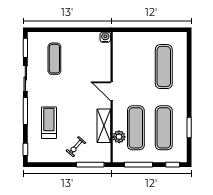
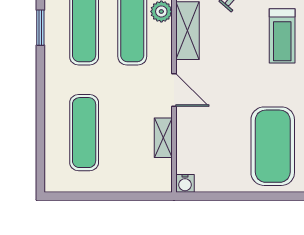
exercise mat: (54, 59) -> (273, 146), width x2.00, depth x1.45
shelving: (118, 64) -> (163, 138), added

